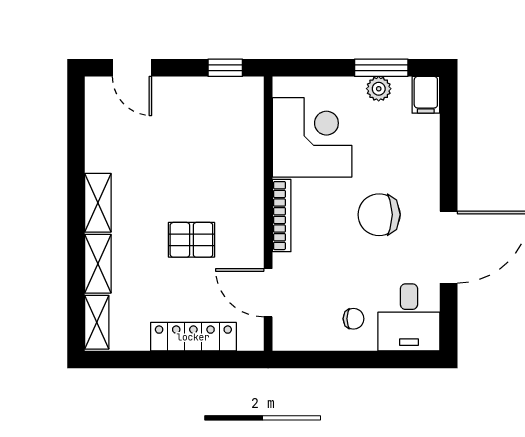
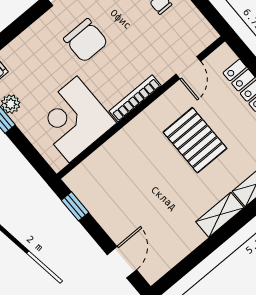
pallet: (191, 240) -> (195, 140), width x1.50, depth x1.42
door: (268, 293) -> (188, 68), width x0.73

